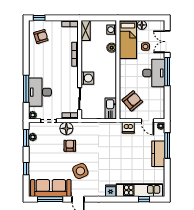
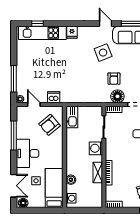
floor lamp: (142, 25) -> (23, 203), moved
shelving: (86, 30) -> (98, 173), moved
window: (167, 72) -> (14, 135), moved
kitchen counter: (158, 154) -> (23, 70), removed

